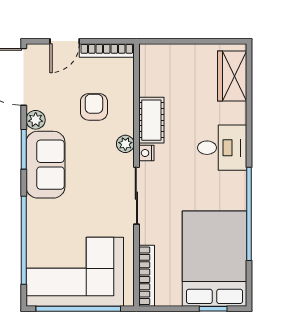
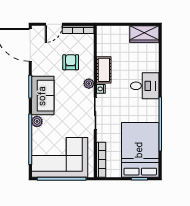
wardrobe: (232, 76) -> (144, 34), moved, turned -90
plant: (36, 120) -> (37, 121), moved

